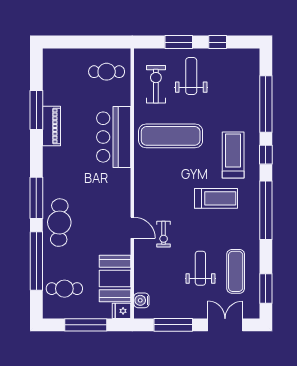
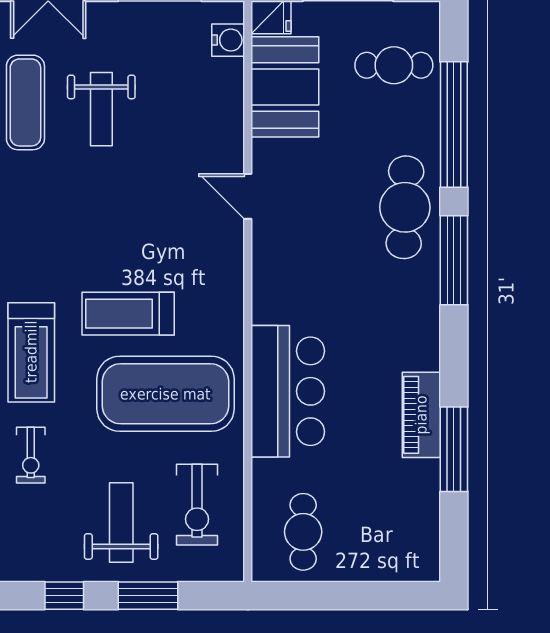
cafe table: (107, 72) -> (303, 532), turned 90
weight bench: (191, 76) -> (121, 523), turned 180
exercise mat: (171, 136) -> (165, 394), width x1.47
treadmill: (216, 198) -> (128, 314), moved
exercise bike: (164, 234) -> (31, 455), moved, turned 180

